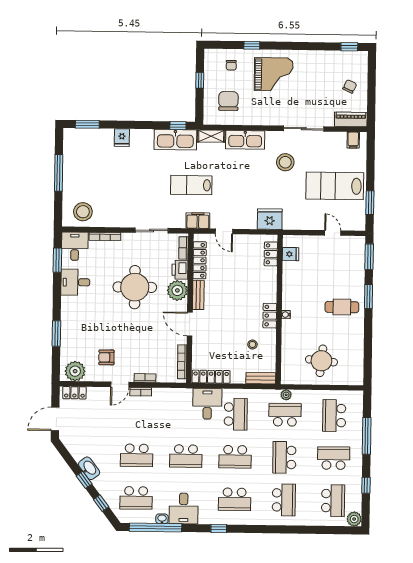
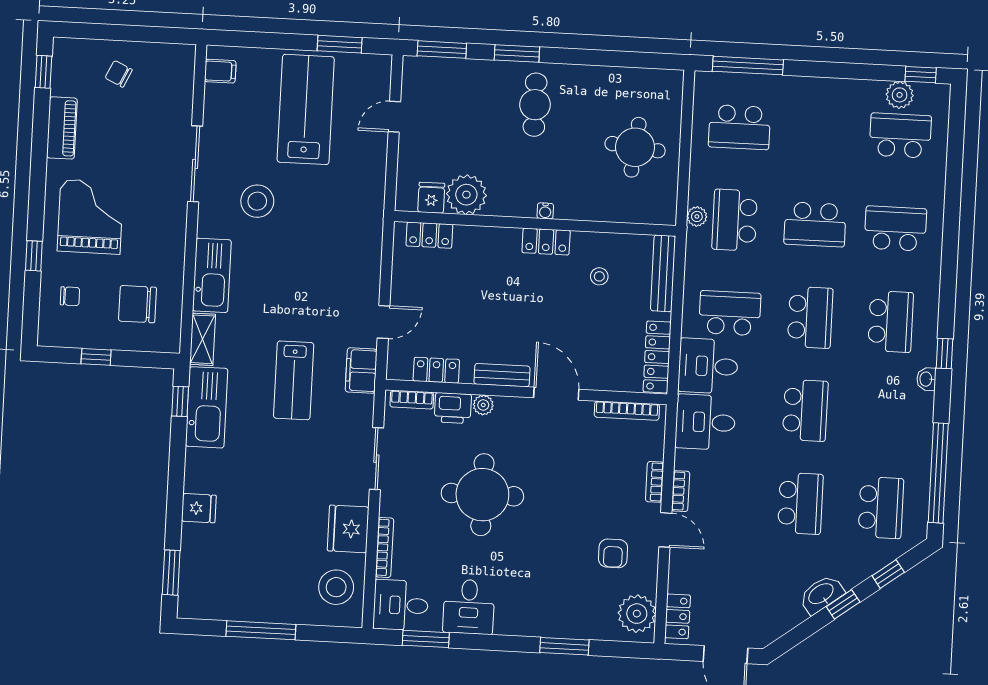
piano: (351, 119) -> (62, 128), moved, turned 180
lab bench: (335, 186) -> (306, 109), turned 180
fridge: (270, 219) -> (348, 529), moved
locker: (200, 260) -> (436, 370), width x0.66
plant: (293, 273) -> (466, 195), added
plant: (177, 290) -> (483, 405), width x0.53, depth x0.53
door: (190, 324) -> (556, 394), swing flipped
bench: (261, 378) -> (663, 273), width x1.36
window: (367, 436) -> (748, 66), moved
school desk: (334, 458) -> (820, 131), removed
window: (366, 485) -> (921, 75), moved
desk: (184, 508) -> (705, 422), moved, turned 180
washbasin: (162, 519) -> (926, 379), moved
plant: (354, 519) -> (900, 95), moved

